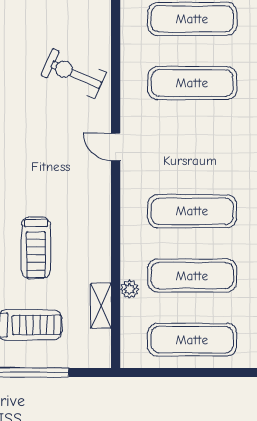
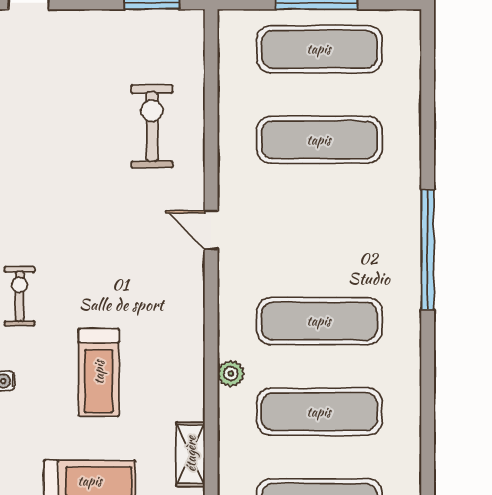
exercise bike: (74, 74) -> (152, 126), turned 66
plant: (129, 289) -> (231, 374), moved

